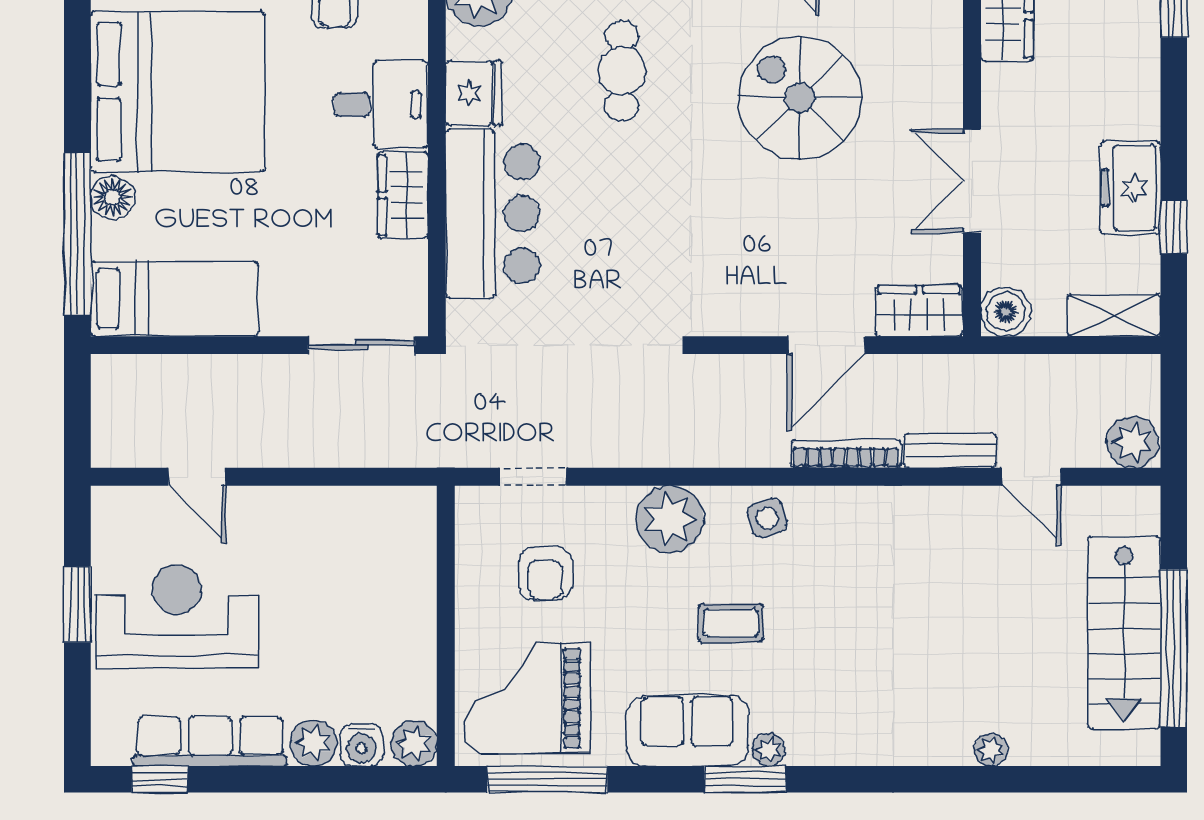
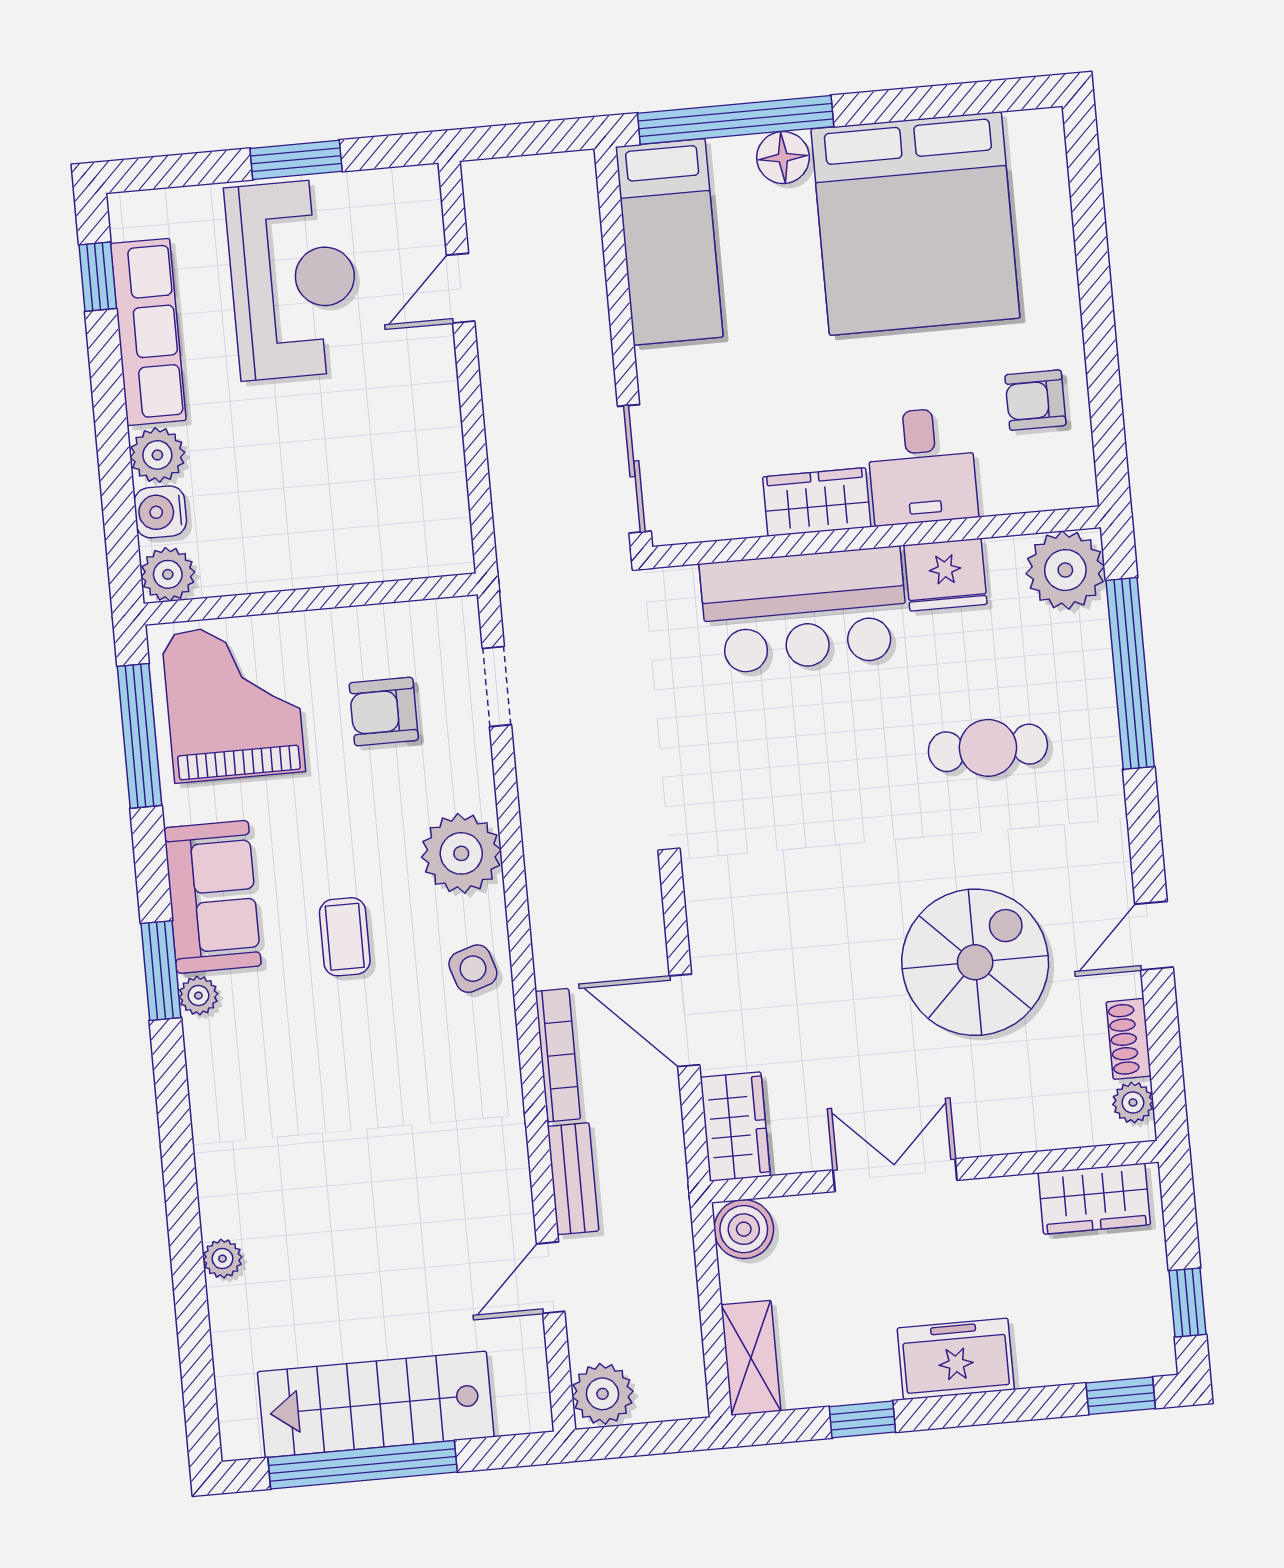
freezer: (1130, 188) -> (956, 1359), moved

